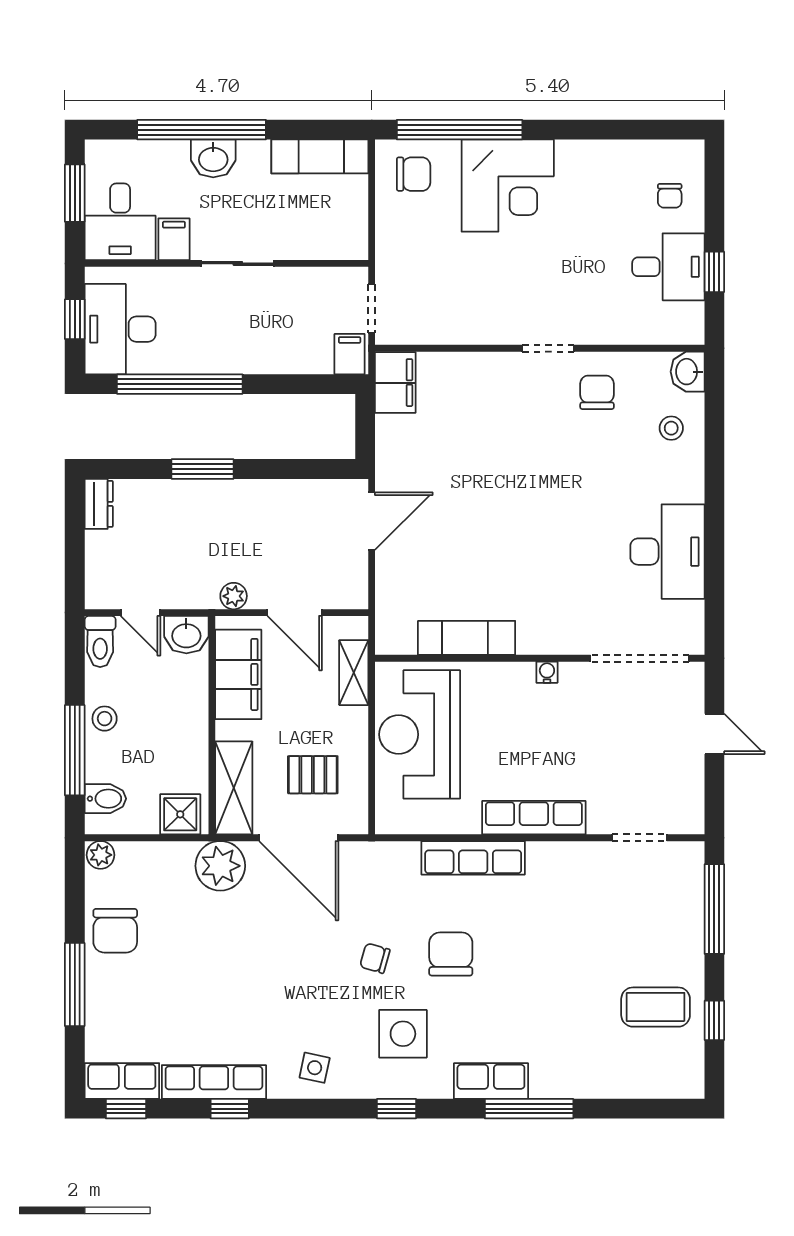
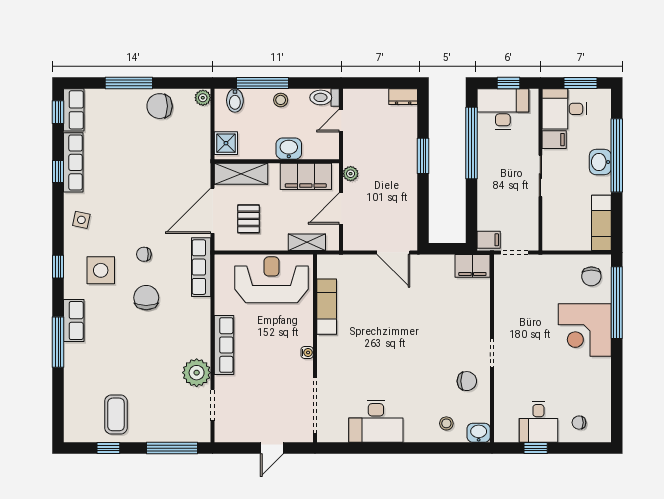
washbasin: (186, 635) -> (289, 149), moved, turned 90
row of seats: (473, 858) -> (201, 267), moved
plant: (220, 866) -> (197, 373), moved
chair: (451, 954) -> (146, 298), turned -90
chair: (375, 958) -> (144, 254), turned -106

